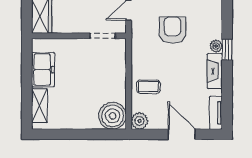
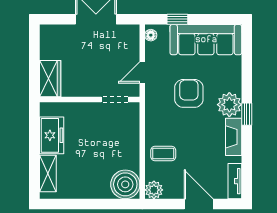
plant: (216, 46) -> (229, 105), width x1.87, depth x1.87

